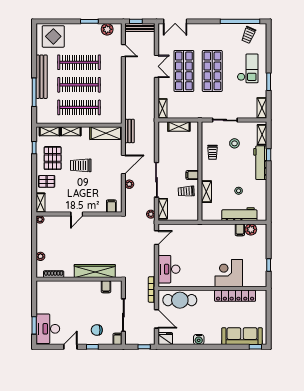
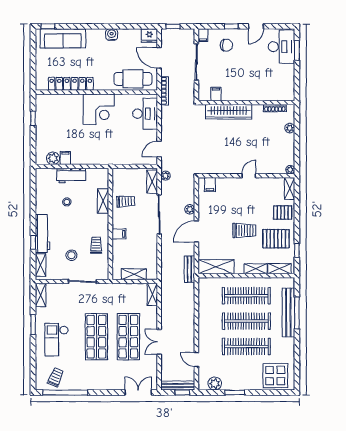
bench: (42, 77) -> (288, 312), moved
pallet: (53, 158) -> (276, 239), turned 90
filing cabinet: (192, 175) -> (119, 234), moved
workbench: (239, 214) -> (71, 176), width x0.73
corner desk: (229, 273) -> (99, 109), moved

